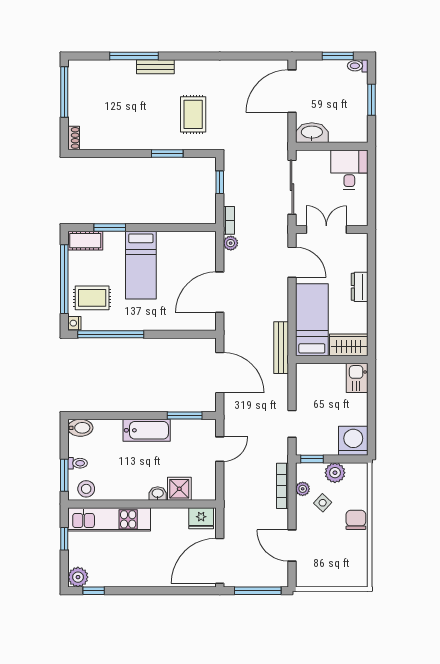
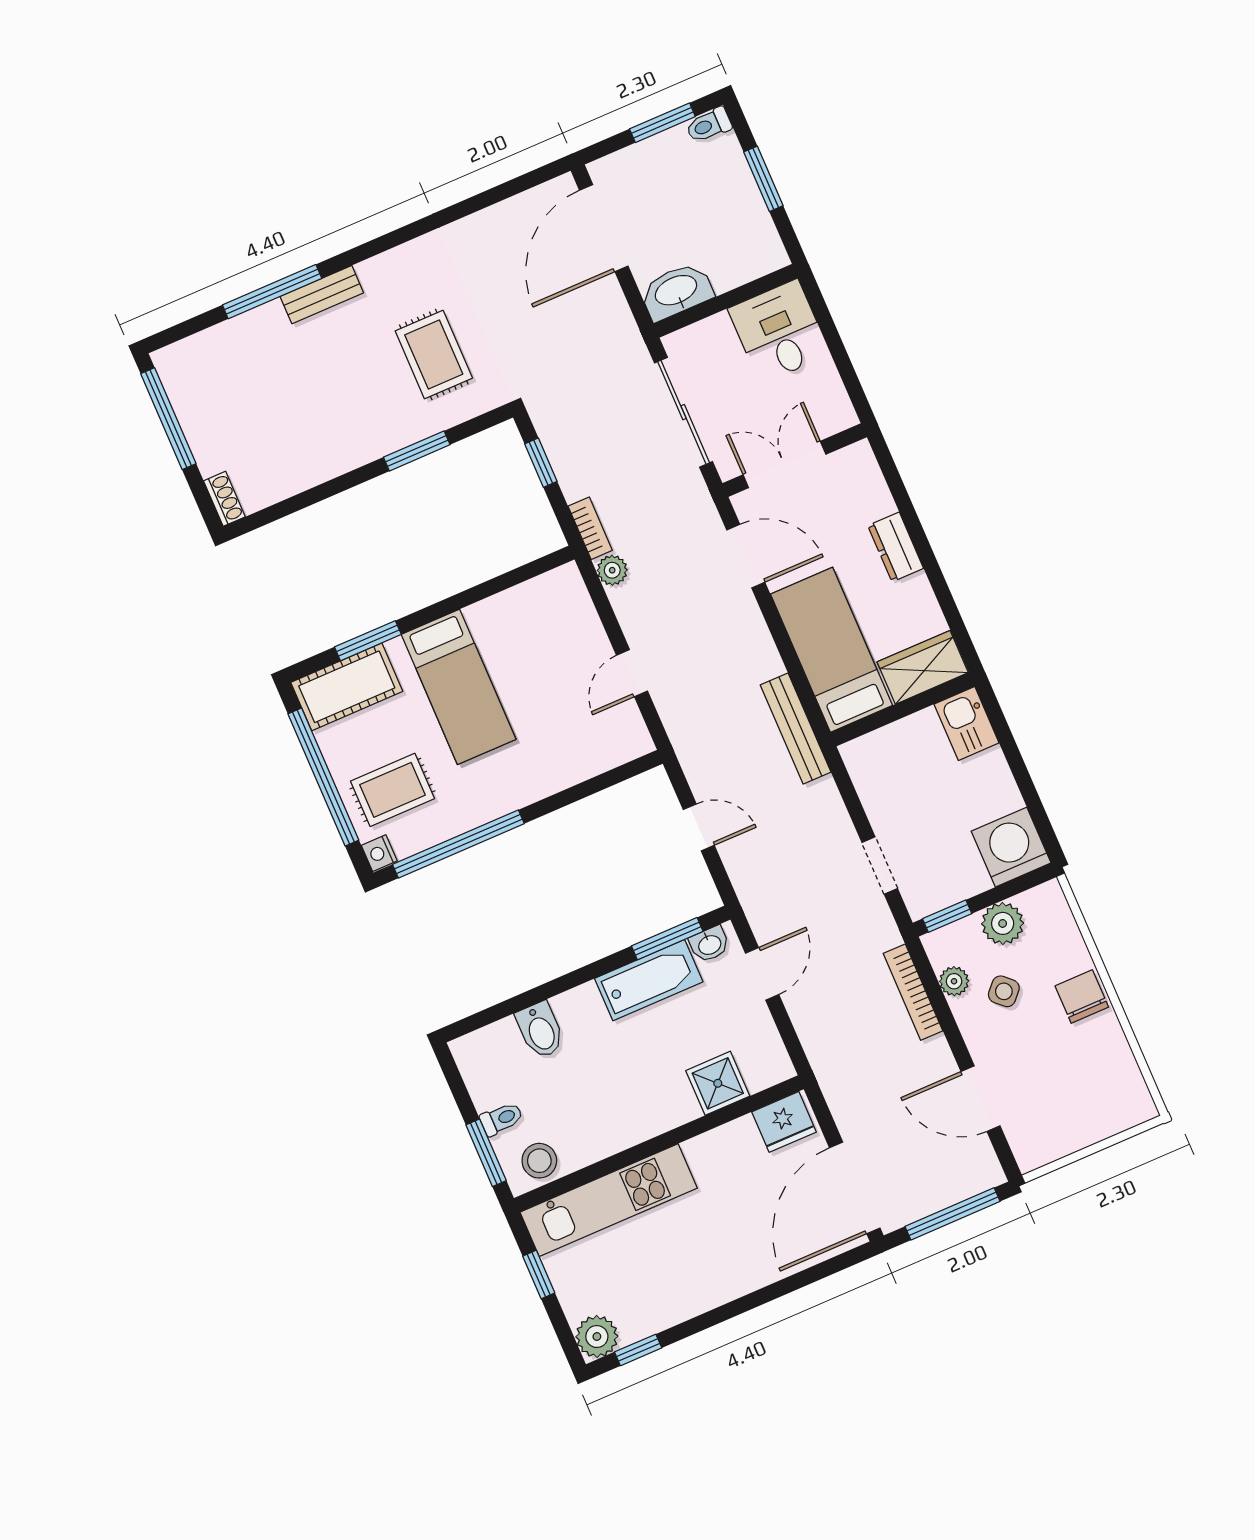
cot: (85, 241) -> (347, 687), width x1.37, depth x1.34
door: (220, 292) -> (632, 673), width x0.53
door: (220, 373) -> (699, 827), width x0.53
bidet: (80, 428) -> (540, 1030), moved, turned 90
bathtub: (147, 430) -> (649, 980), moved
washbasin: (158, 494) -> (709, 944), moved, turned 180

